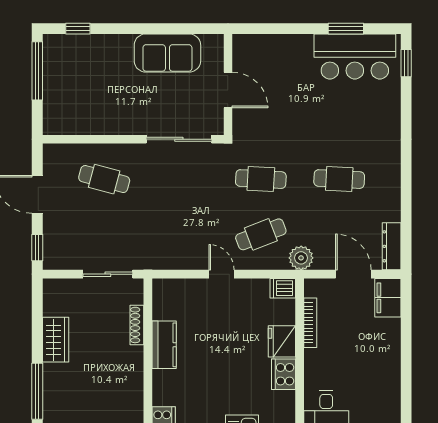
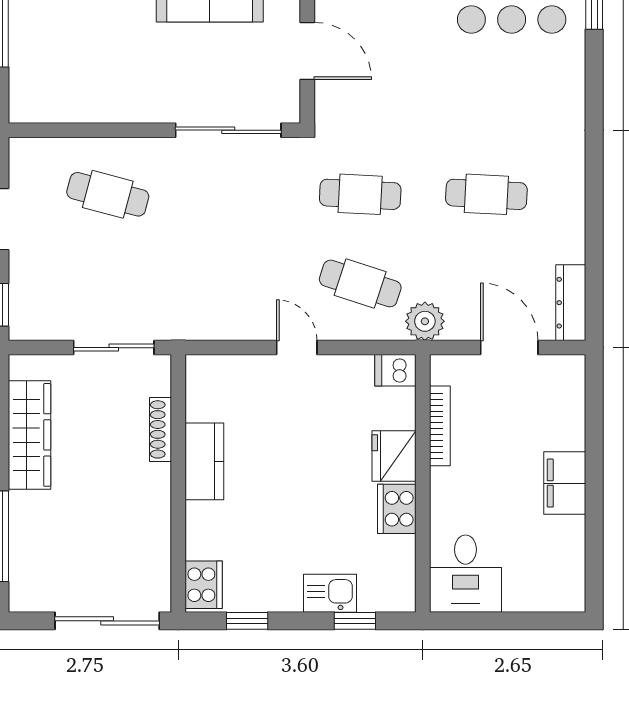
cafe table: (261, 234) -> (360, 283), turned 39
filing cabinet: (388, 298) -> (565, 483), moved
wardrobe: (56, 340) -> (29, 435), width x1.50

